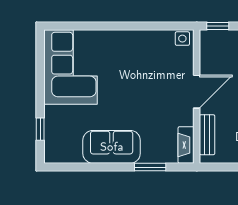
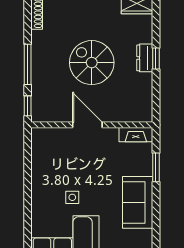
side table: (182, 39) -> (72, 197), moved
bench: (207, 135) -> (127, 116), removed

